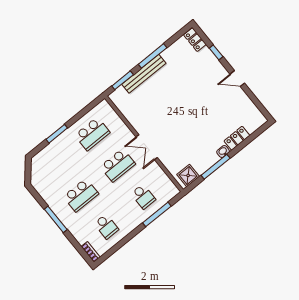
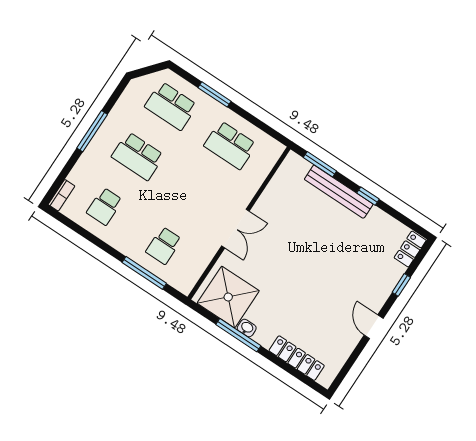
window: (153, 56) -> (368, 196), width x0.46
locker: (237, 138) -> (297, 358), width x1.53
double door: (147, 147) -> (235, 228), swing flipped
washbasin: (223, 152) -> (247, 328), moved
school desk: (118, 165) -> (171, 106), moved
shower: (188, 175) -> (228, 297), width x1.86, depth x1.86

